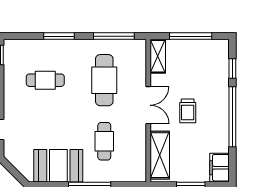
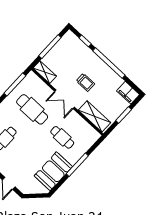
double door: (148, 105) -> (65, 99), swing flipped

